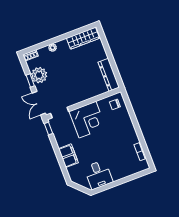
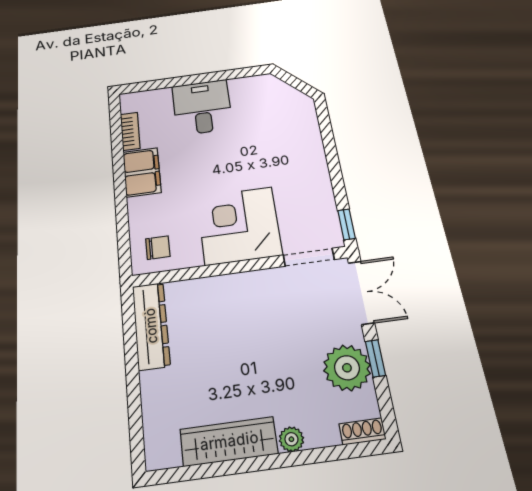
wardrobe: (83, 38) -> (229, 441), moved
filing cabinet: (68, 156) -> (142, 172), moved, turned 180
desk: (98, 175) -> (202, 107), moved

